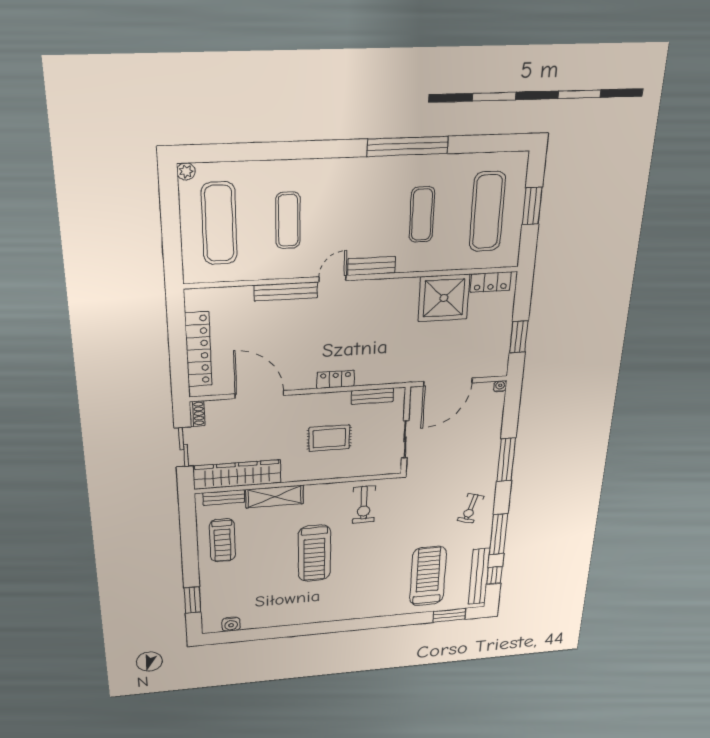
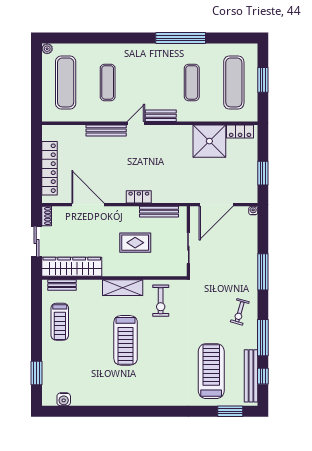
bench: (372, 396) -> (159, 212), width x1.36
shelving: (275, 497) -> (123, 288), moved

